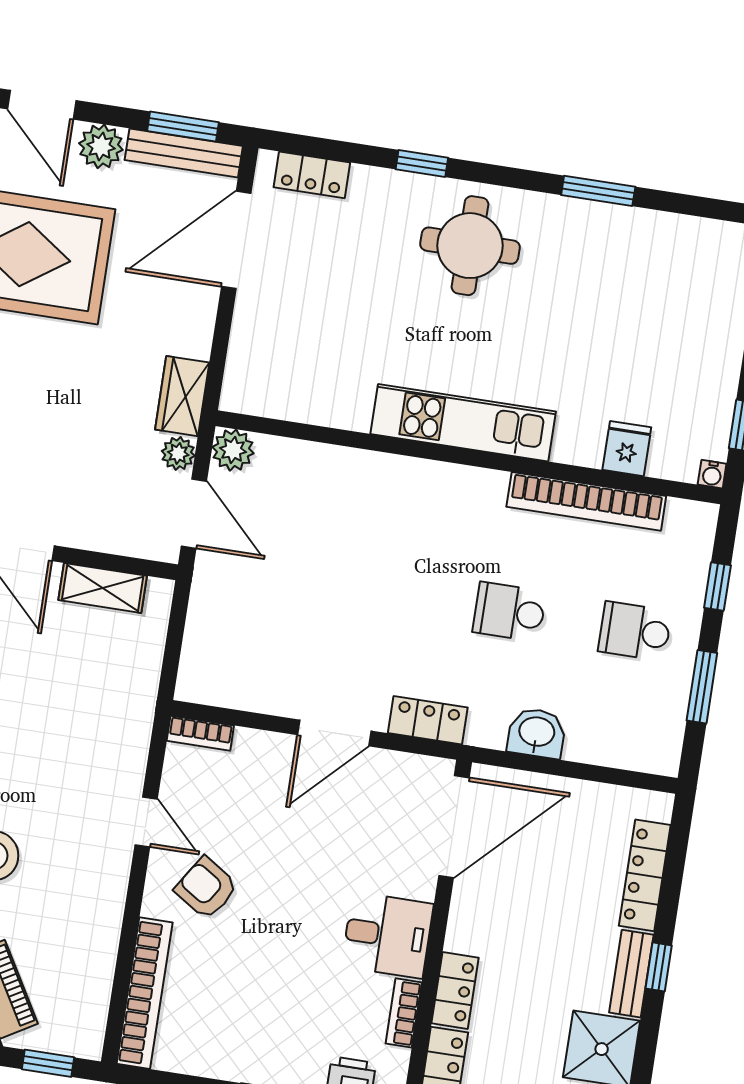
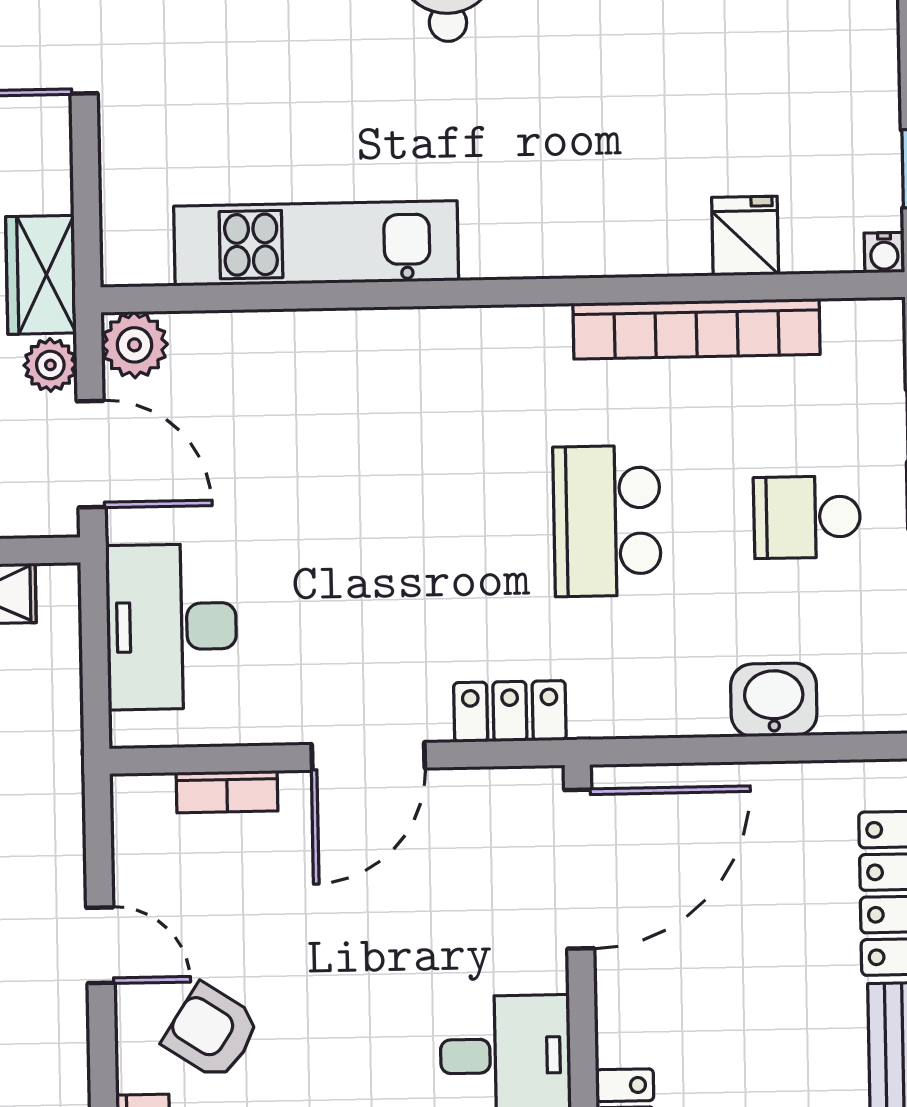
kitchen unit: (463, 423) -> (316, 243), moved
school desk: (509, 612) -> (607, 521), width x1.85
desk: (225, 630) -> (171, 627), added
bookcase: (200, 733) -> (227, 792), moved
washbasin: (537, 733) -> (774, 700), moved

